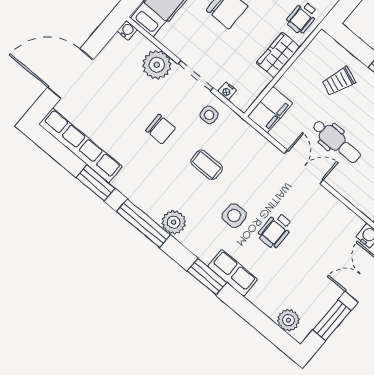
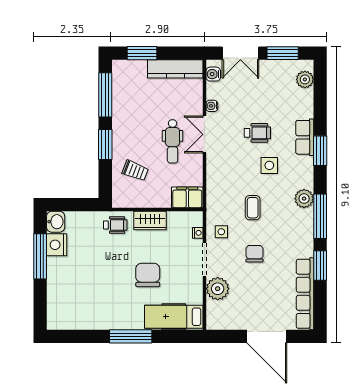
water cooler: (127, 30) -> (212, 106), moved
dental chair: (336, 141) -> (173, 141), turned 180
double door: (304, 167) -> (205, 134), moved

